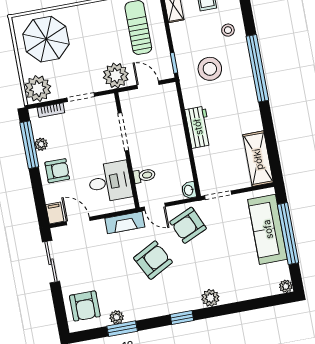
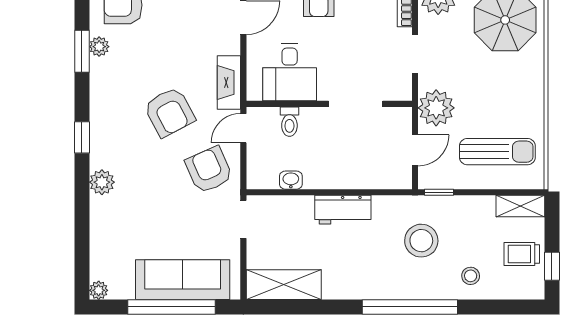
washbasin: (189, 190) -> (291, 180), moved

